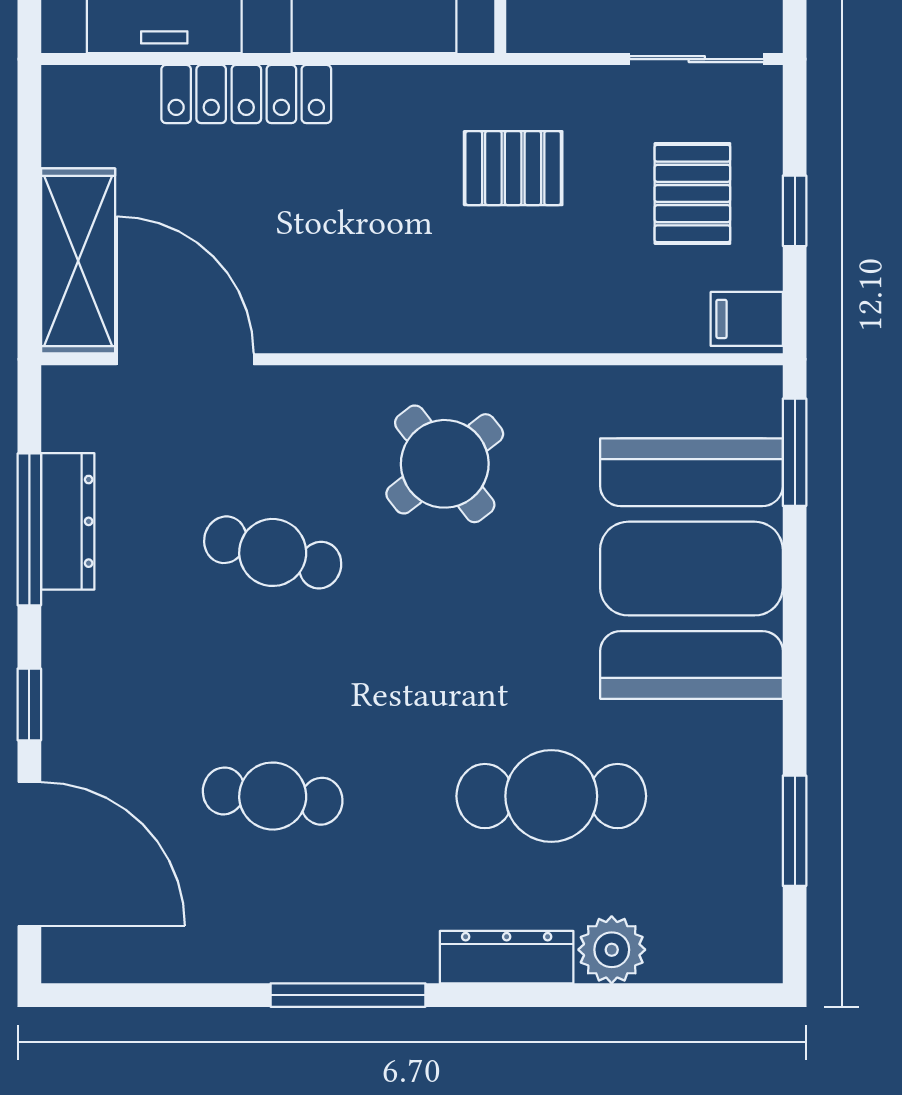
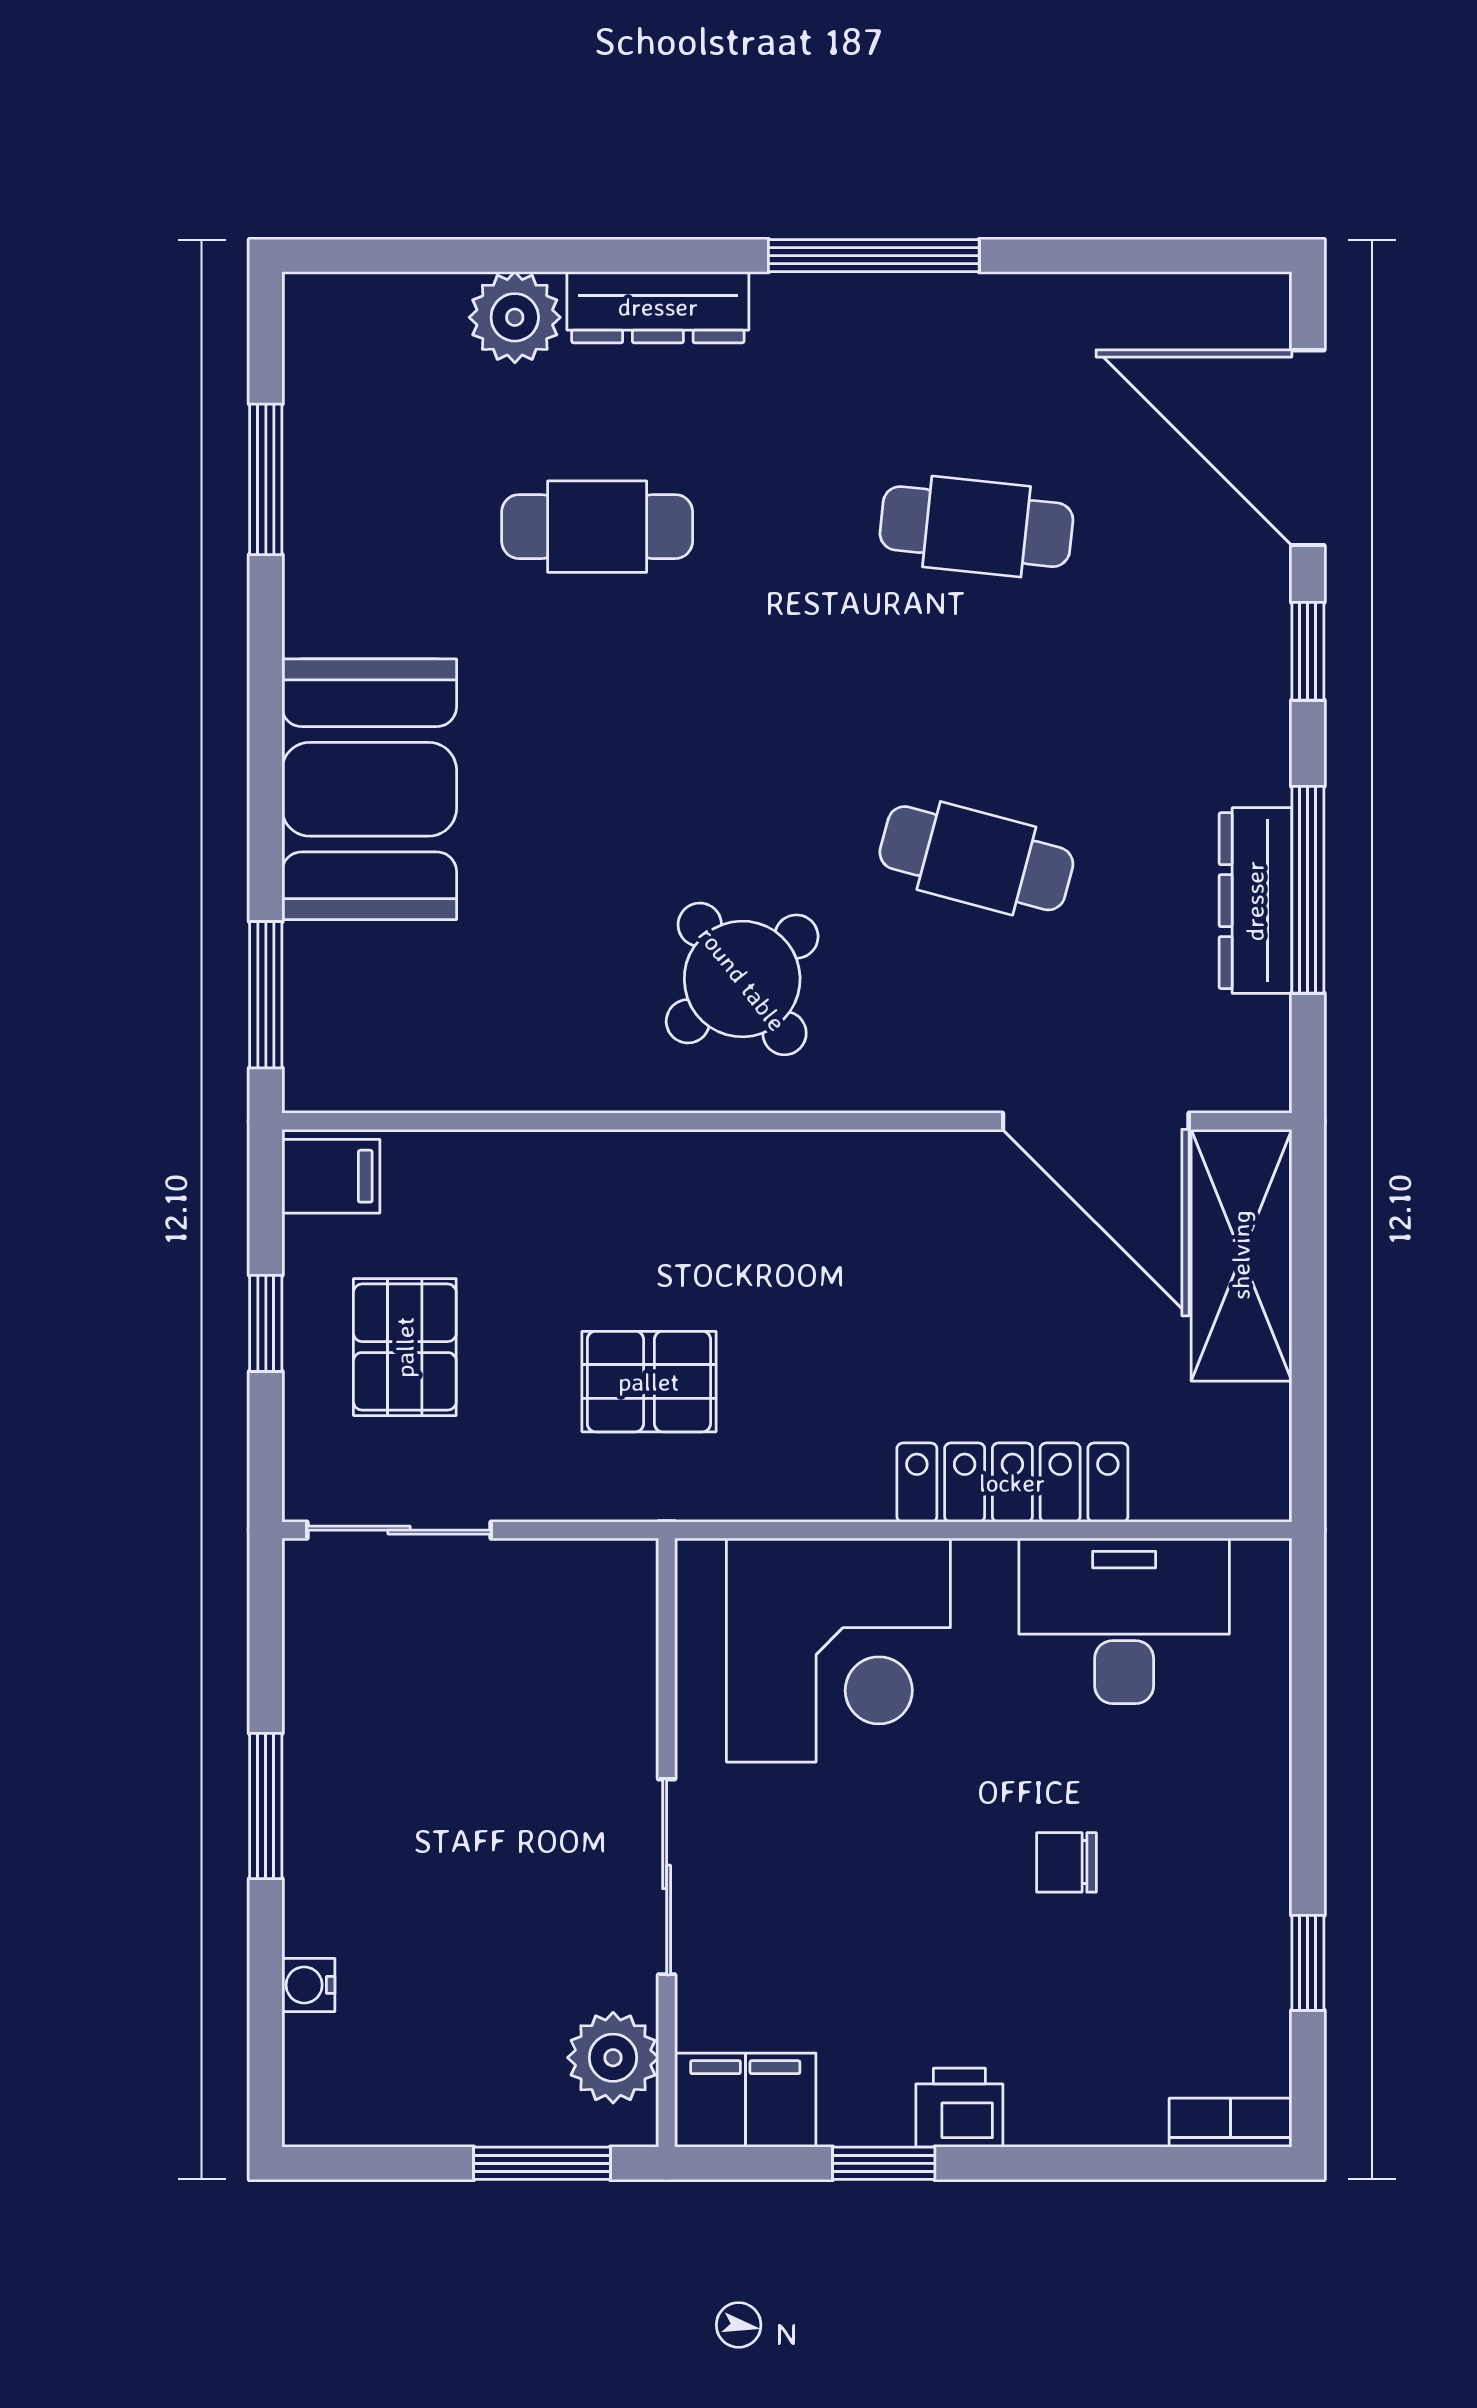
booth: (691, 569) -> (369, 789), width x0.73, depth x0.70
cafe table: (551, 796) -> (597, 527), width x0.73, depth x0.74

